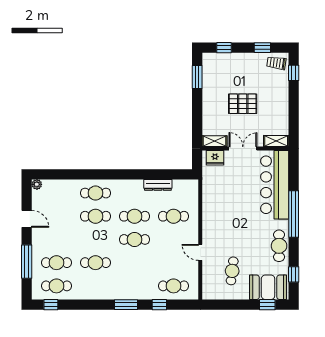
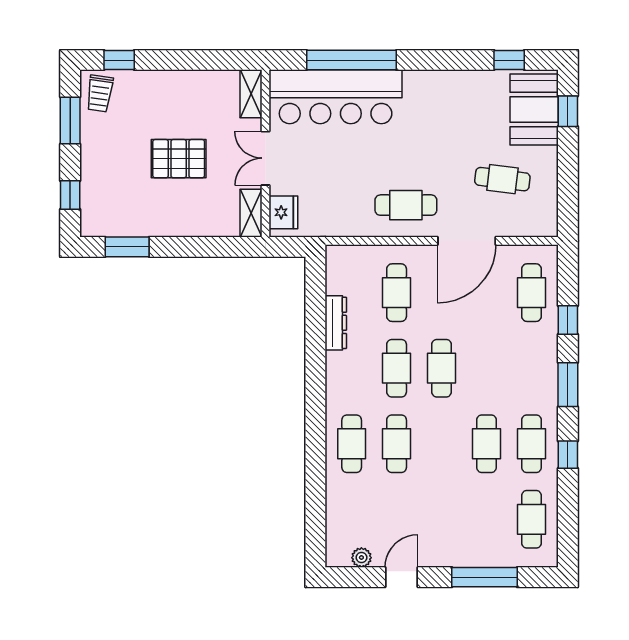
window: (262, 48) -> (70, 120), width x1.50
pallet: (243, 104) -> (179, 159), turned 90
plant: (37, 184) -> (361, 558), moved
window: (294, 214) -> (352, 60), moved
cafe table: (279, 246) -> (406, 205), moved
door: (200, 252) -> (467, 241), width x1.88
cafe table: (56, 263) -> (531, 444), moved
window: (51, 305) -> (568, 455), moved

